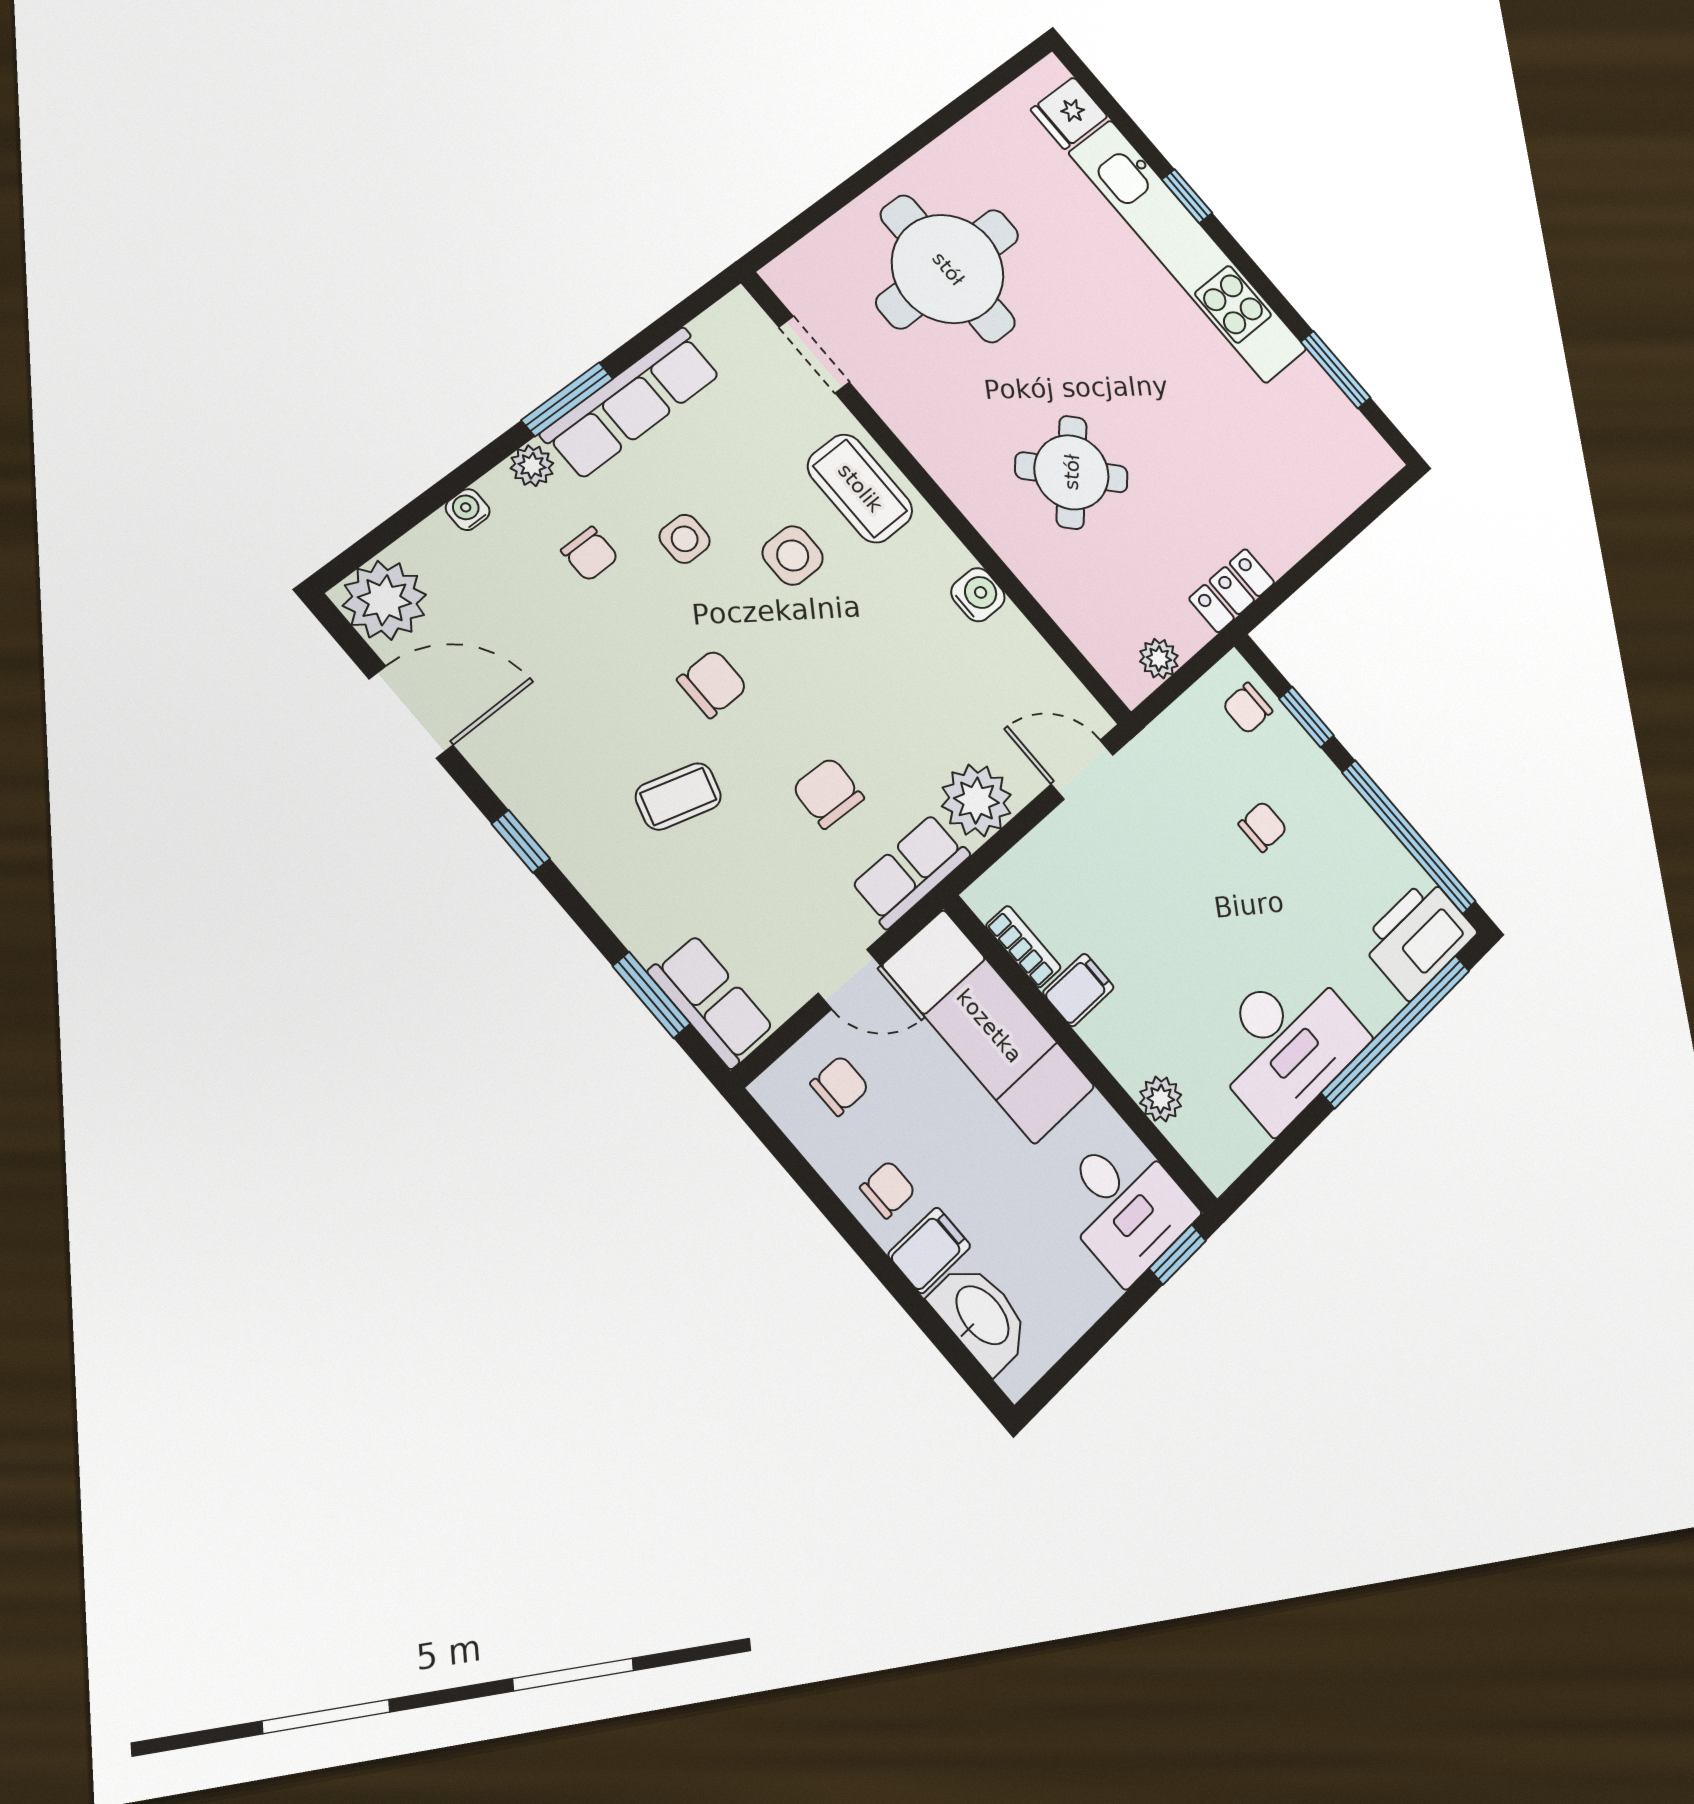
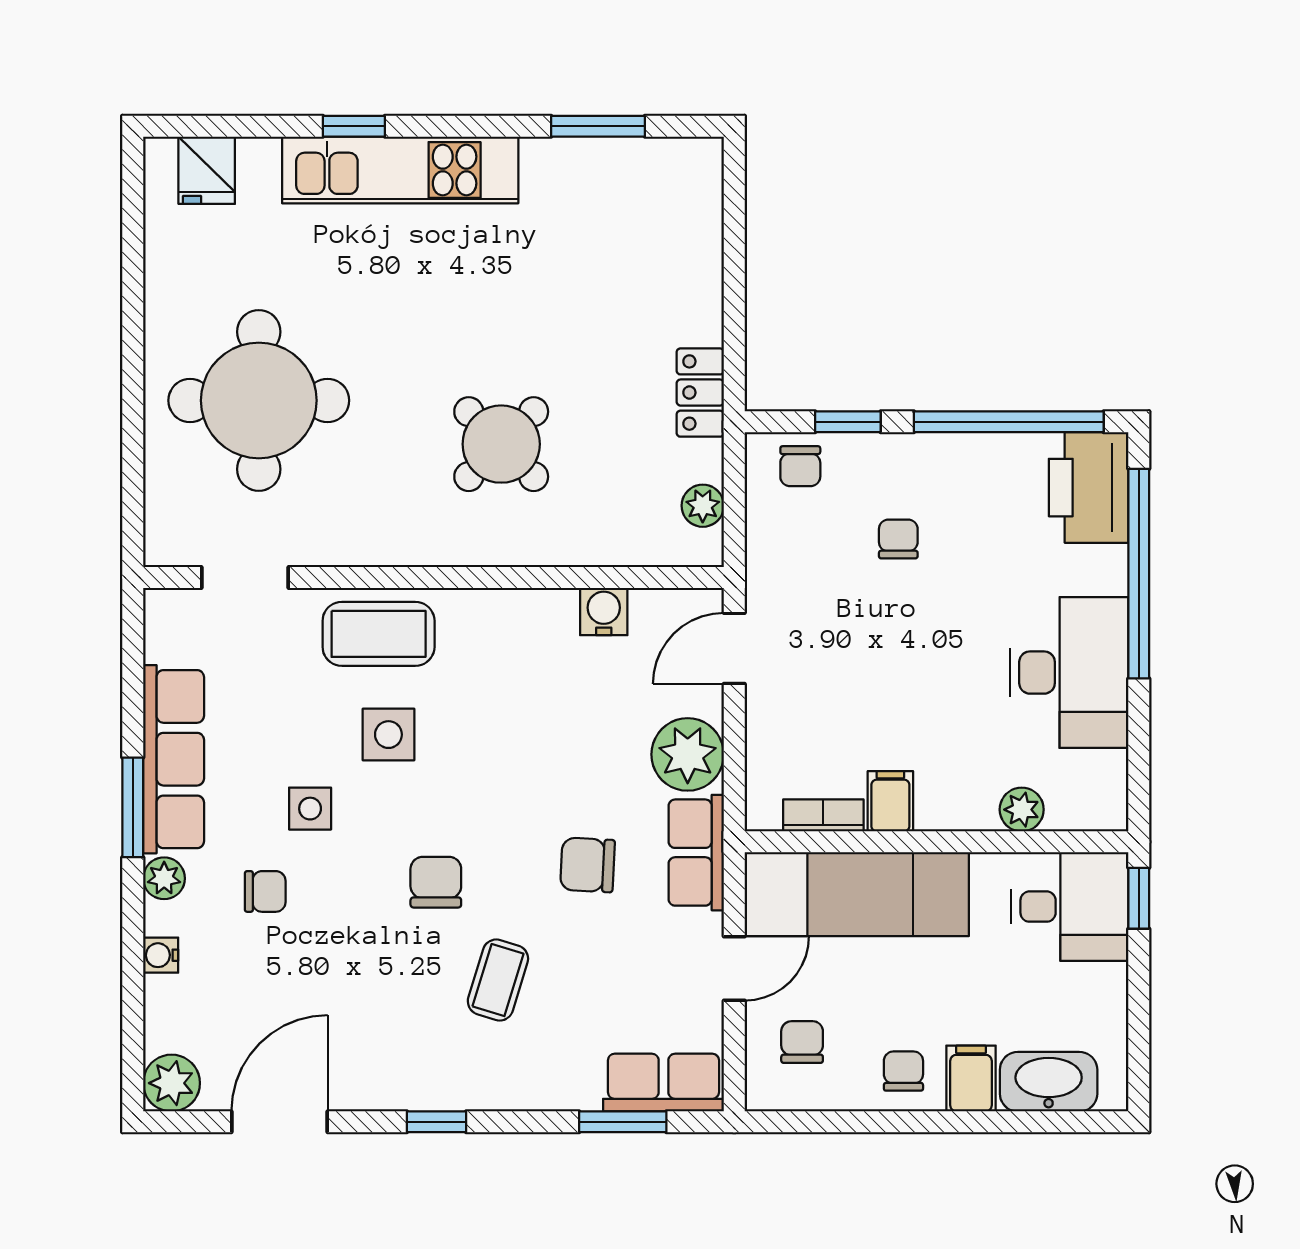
kitchen unit: (1188, 251) -> (400, 170), width x0.73
water cooler: (978, 595) -> (604, 611), moved
plant: (384, 600) -> (172, 1083), width x0.73, depth x0.73

